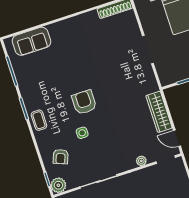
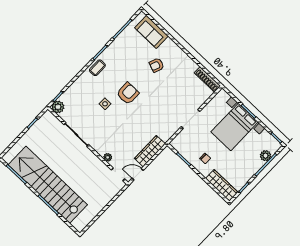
door: (177, 138) -> (138, 174), hinge flipped
armchair: (61, 157) -> (157, 65), moved

